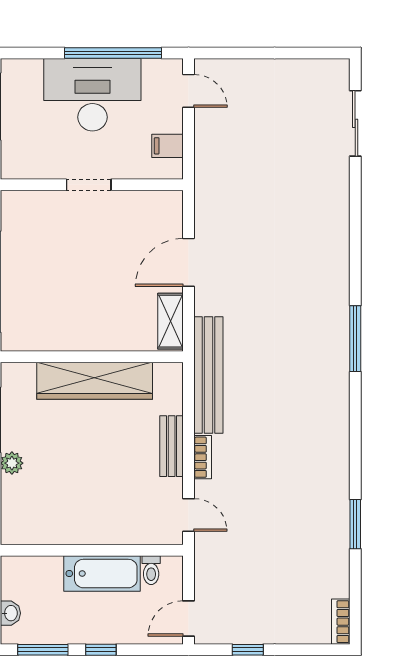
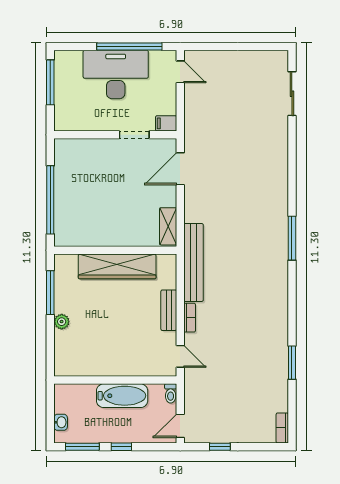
filing cabinet: (168, 146) -> (166, 123), moved
doorway: (89, 185) -> (134, 135), moved
door: (189, 262) -> (180, 169), moved
toilet: (151, 570) -> (171, 393), moved

